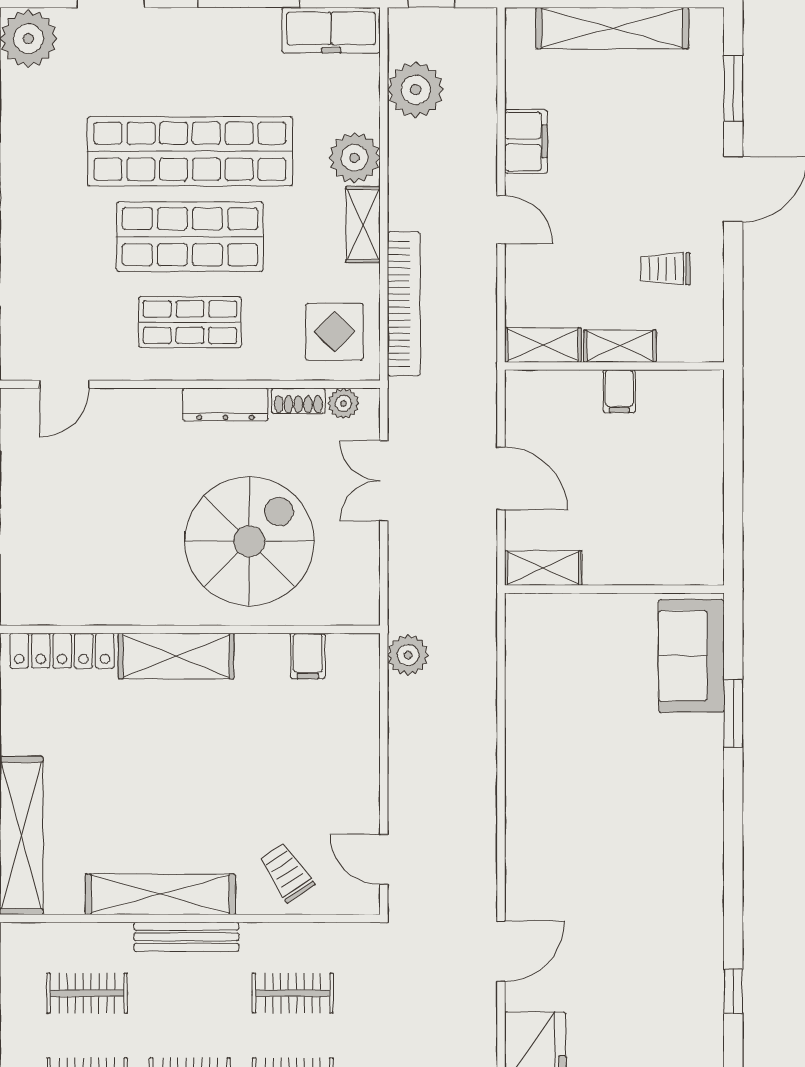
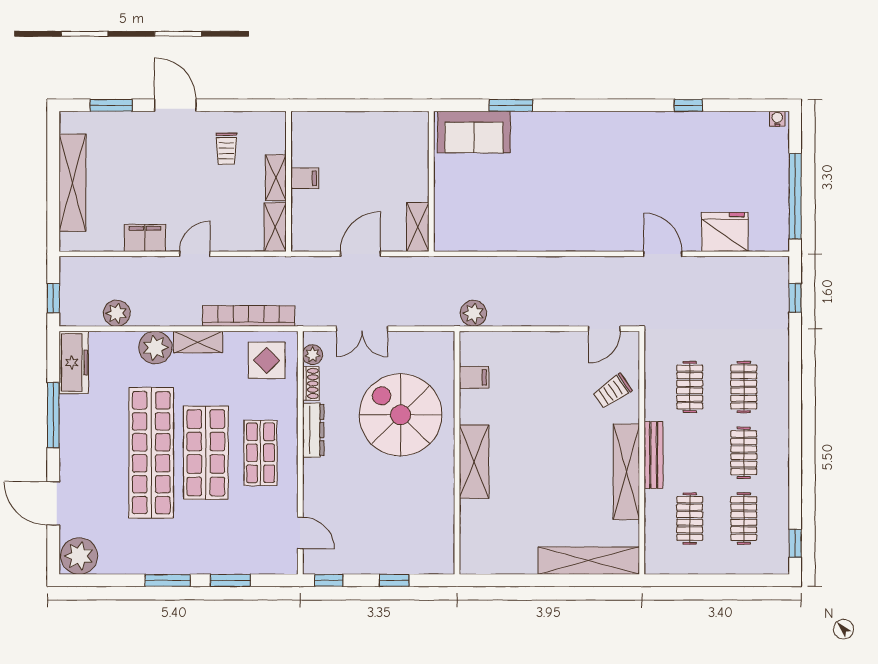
plant: (416, 90) -> (117, 313), width x0.73, depth x0.73
locker: (62, 651) -> (471, 535), removed

